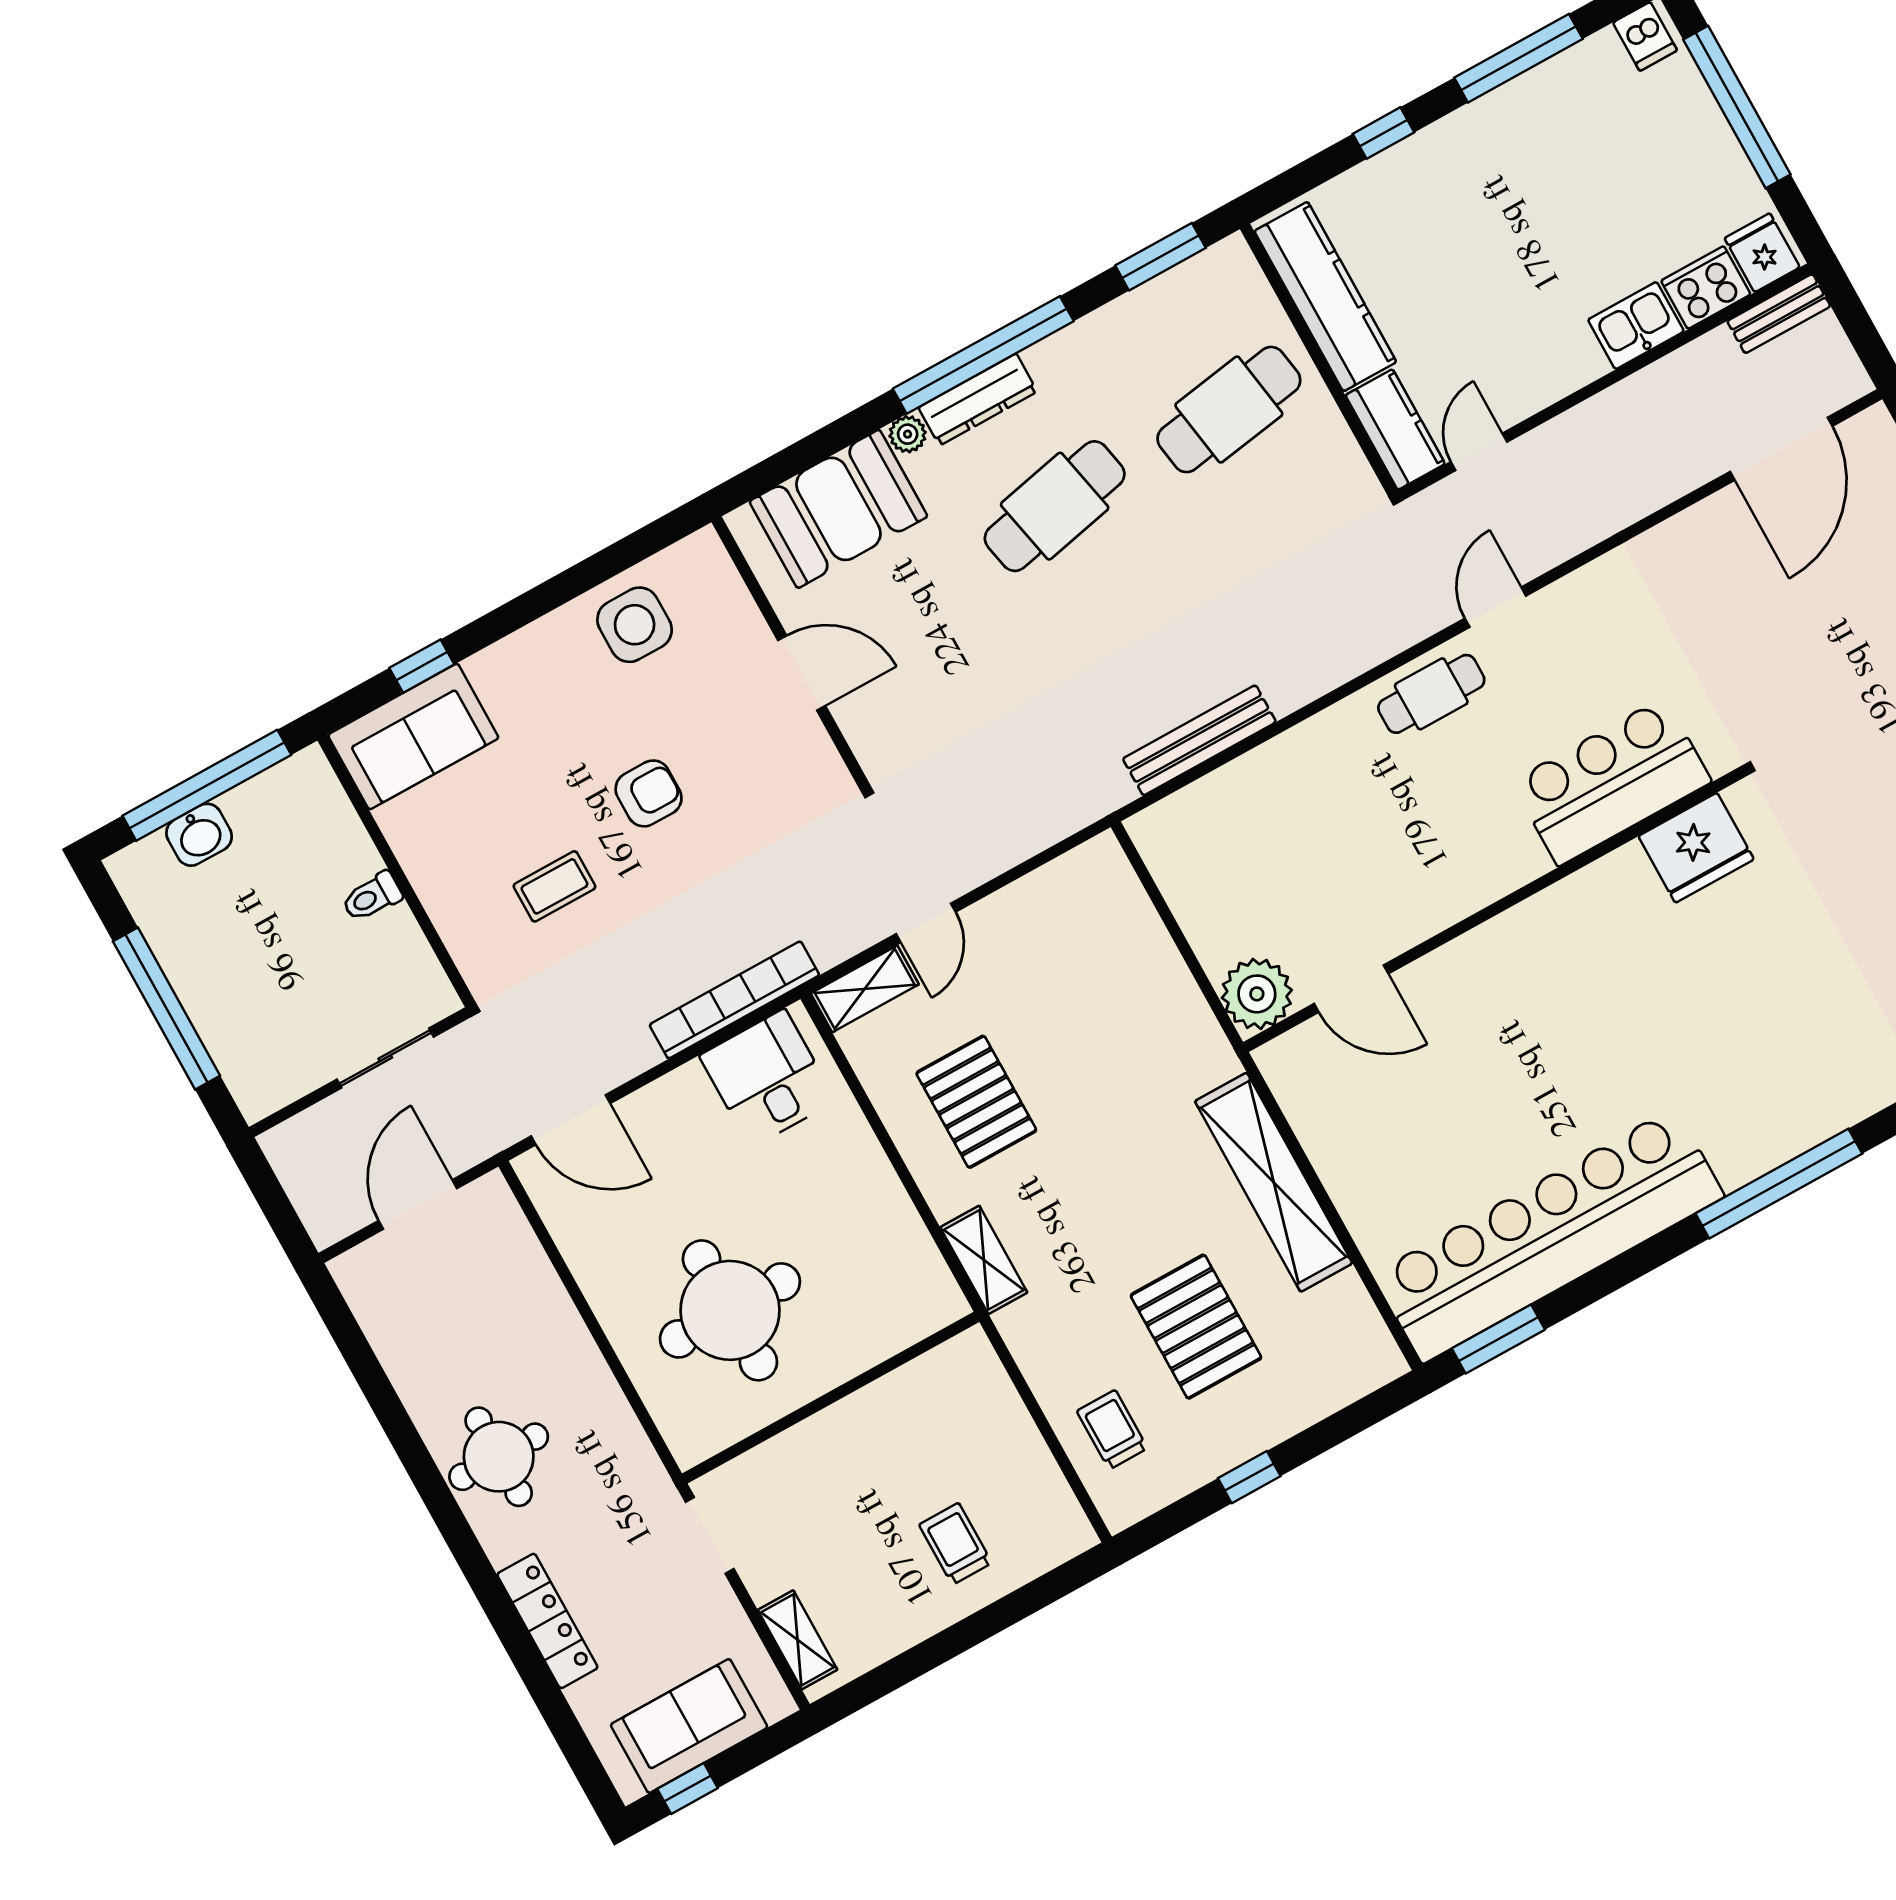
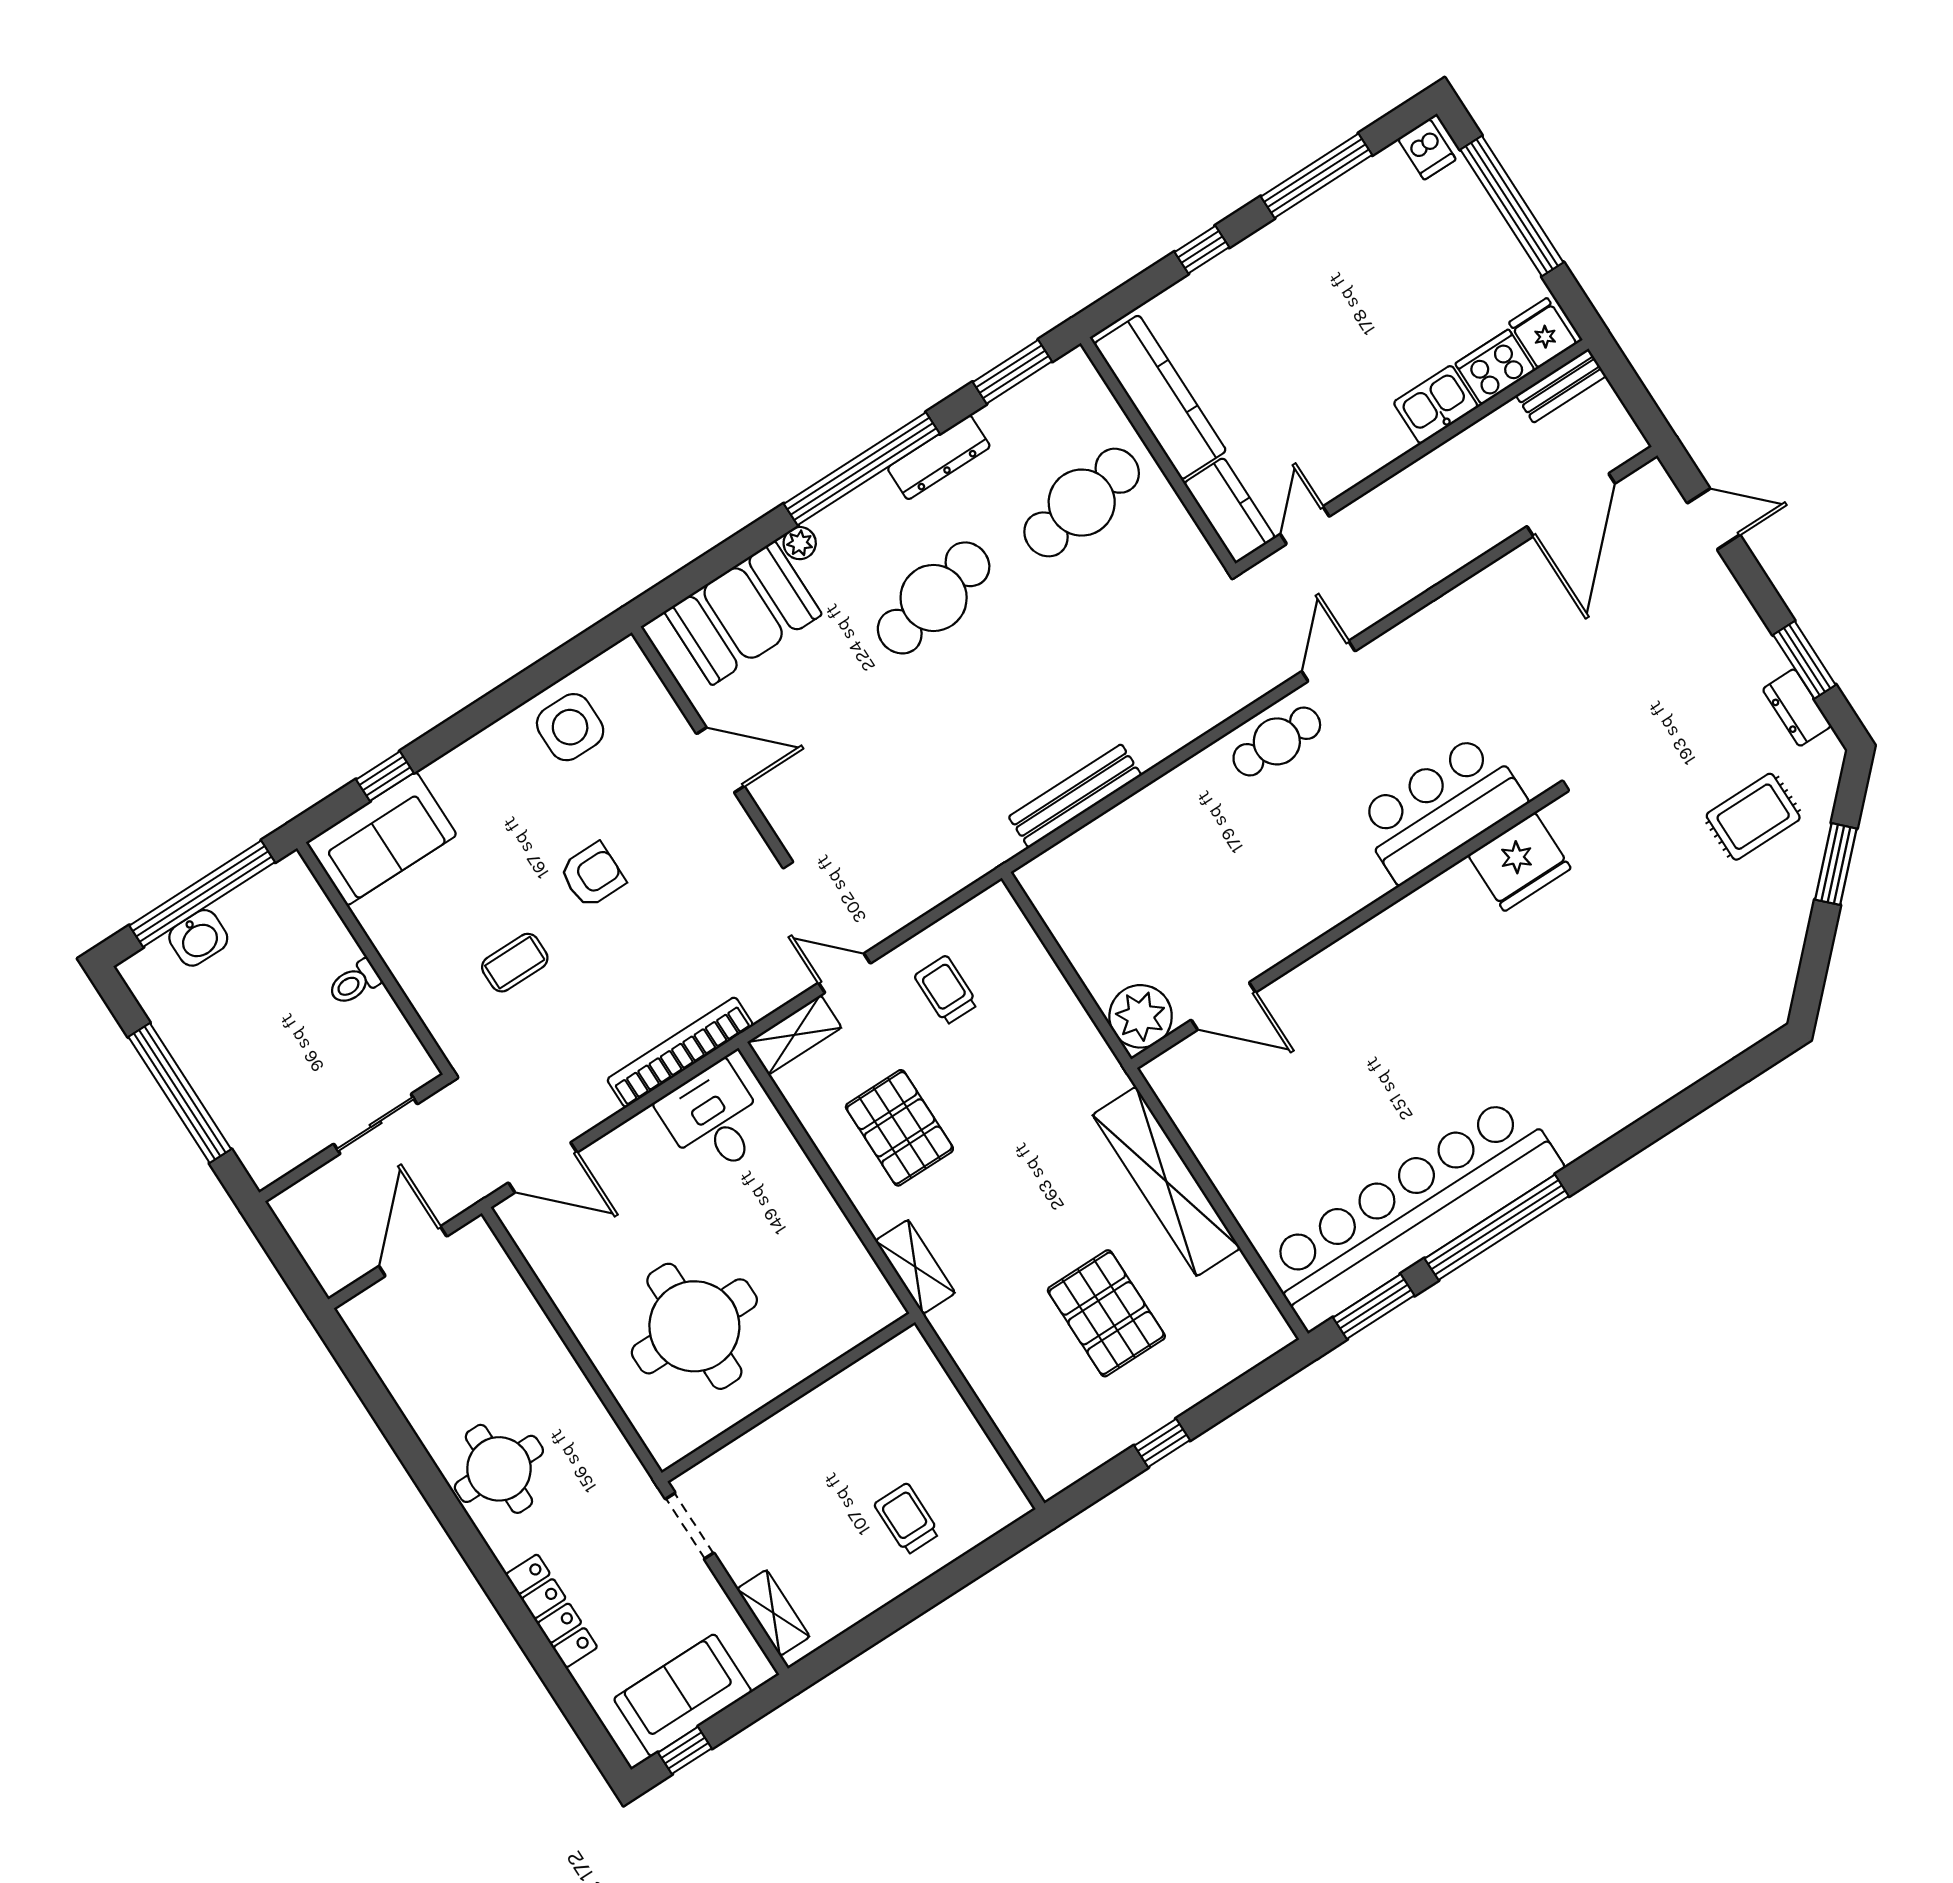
dresser: (978, 399) -> (939, 457), moved
door: (926, 923) -> (844, 973), swing flipped
window: (1779, 1184) -> (1497, 1227), moved
trolley: (1112, 1430) -> (946, 990), moved

